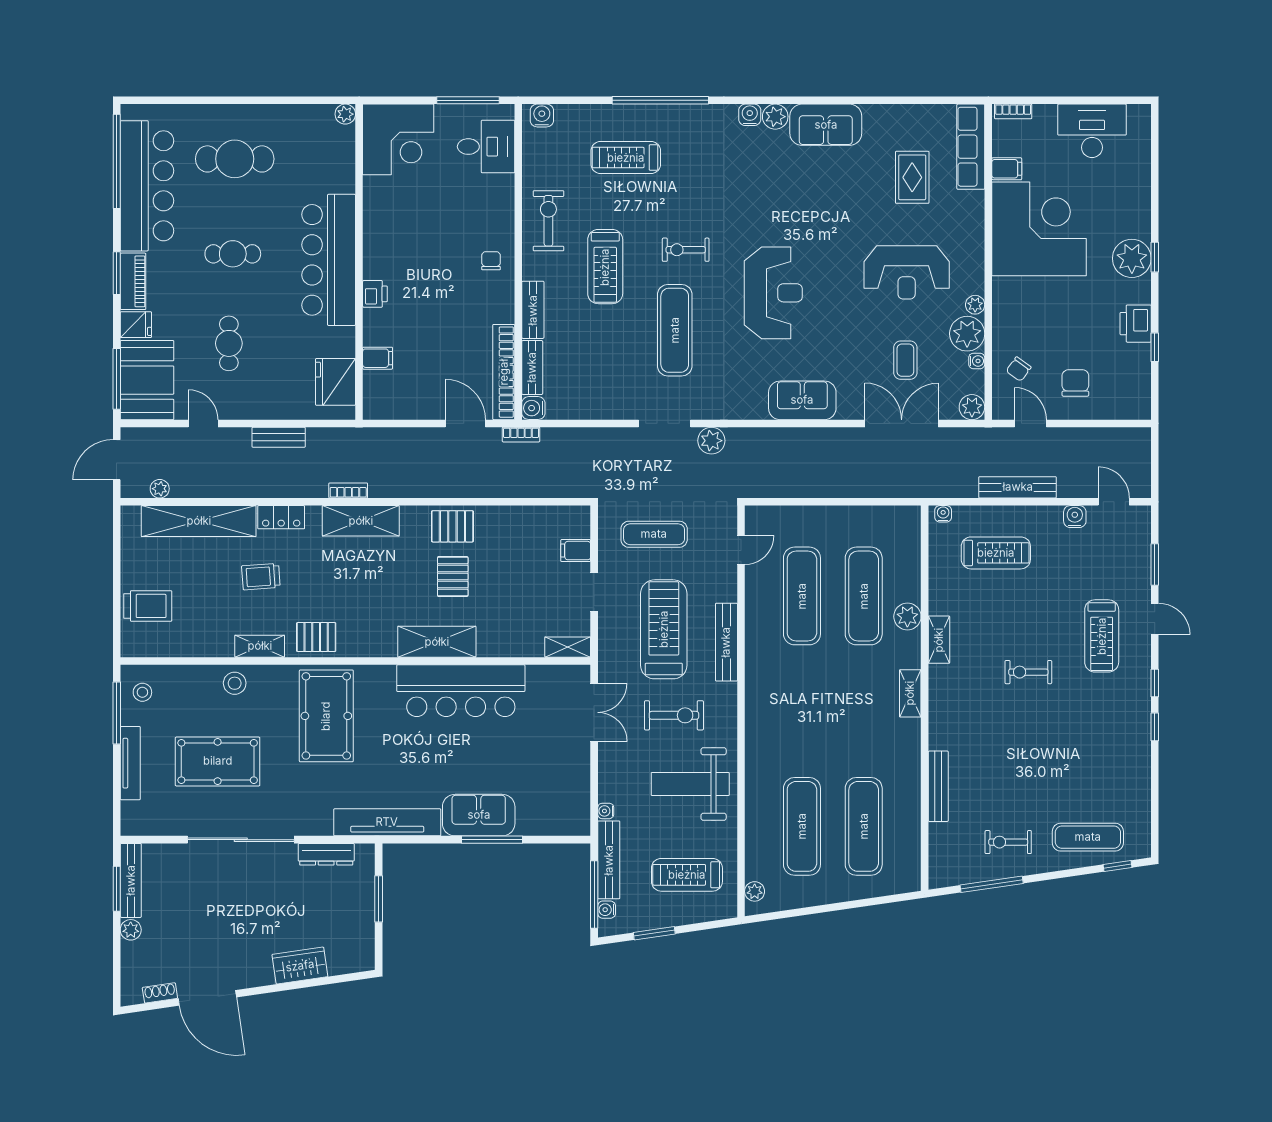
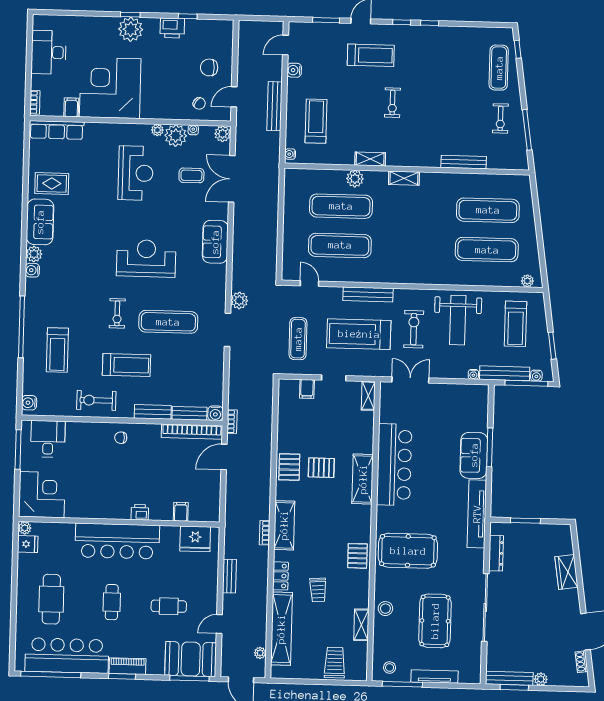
rug: (912, 177) -> (52, 183), moved
fridge: (136, 325) -> (28, 544), moved, turned 90
shelving: (260, 646) -> (361, 625), moved

